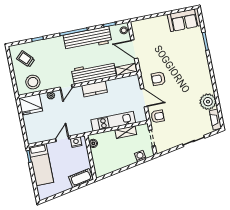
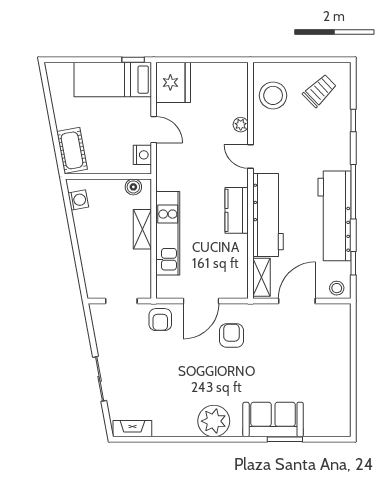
sofa: (184, 20) -> (273, 419), moved, turned 90
plant: (208, 102) -> (214, 421), moved
fridge: (31, 105) -> (173, 82), moved, turned 180
shelving: (126, 132) -> (142, 229), moved
washing machine: (140, 156) -> (78, 200), moved

